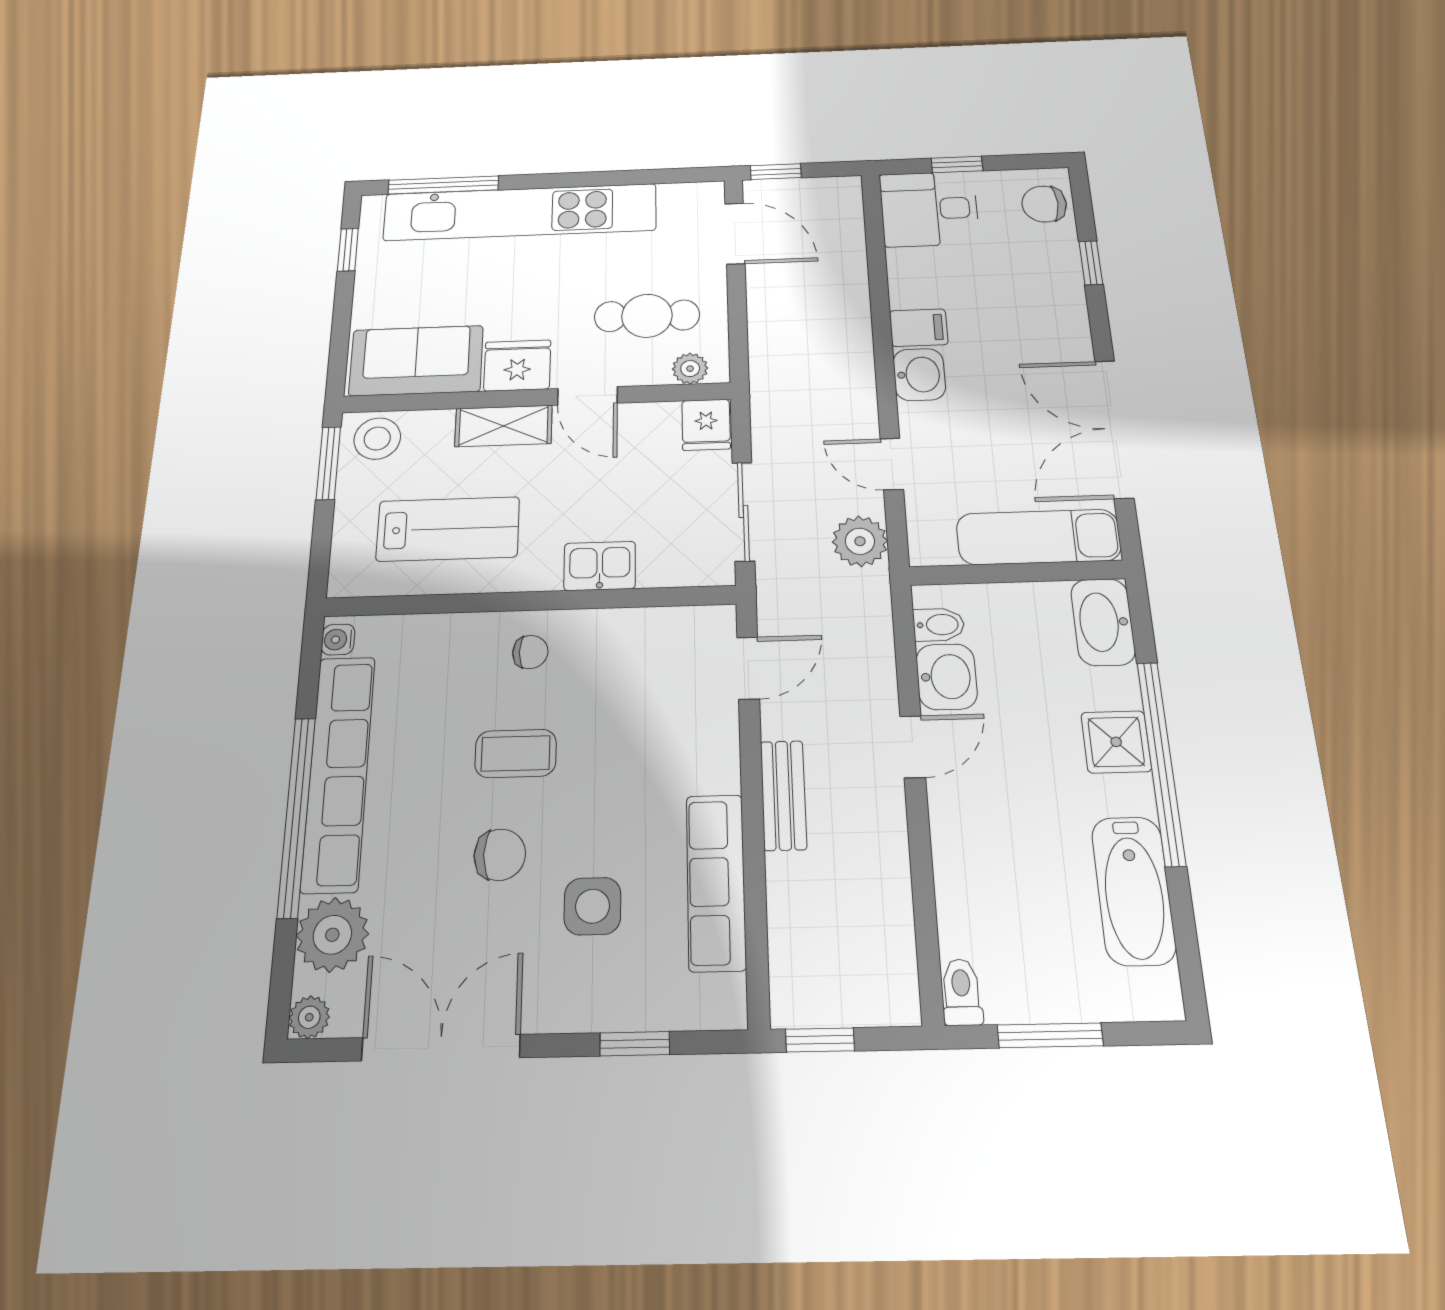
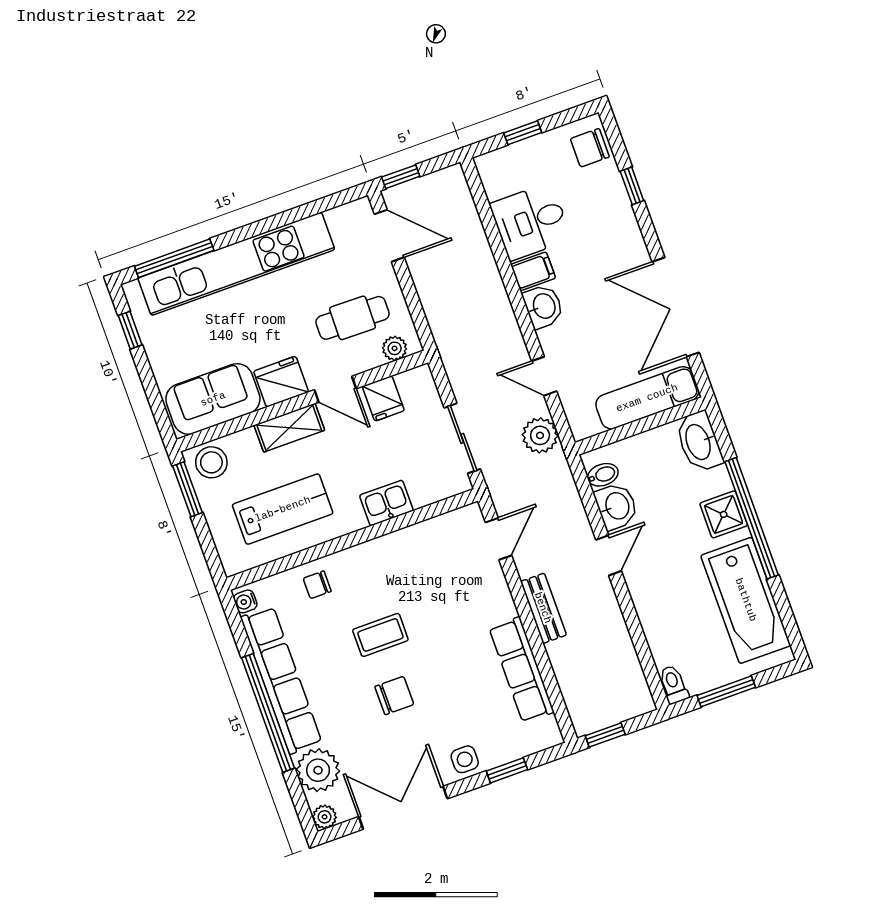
desk: (929, 209) -> (531, 222), moved
fridge: (706, 425) -> (383, 398), moved
chair: (530, 652) -> (317, 585), moved, turned 180
bathtub: (1133, 890) -> (746, 600), width x1.36, depth x1.36
side table: (592, 906) -> (465, 759), moved, width x0.73, depth x0.73

